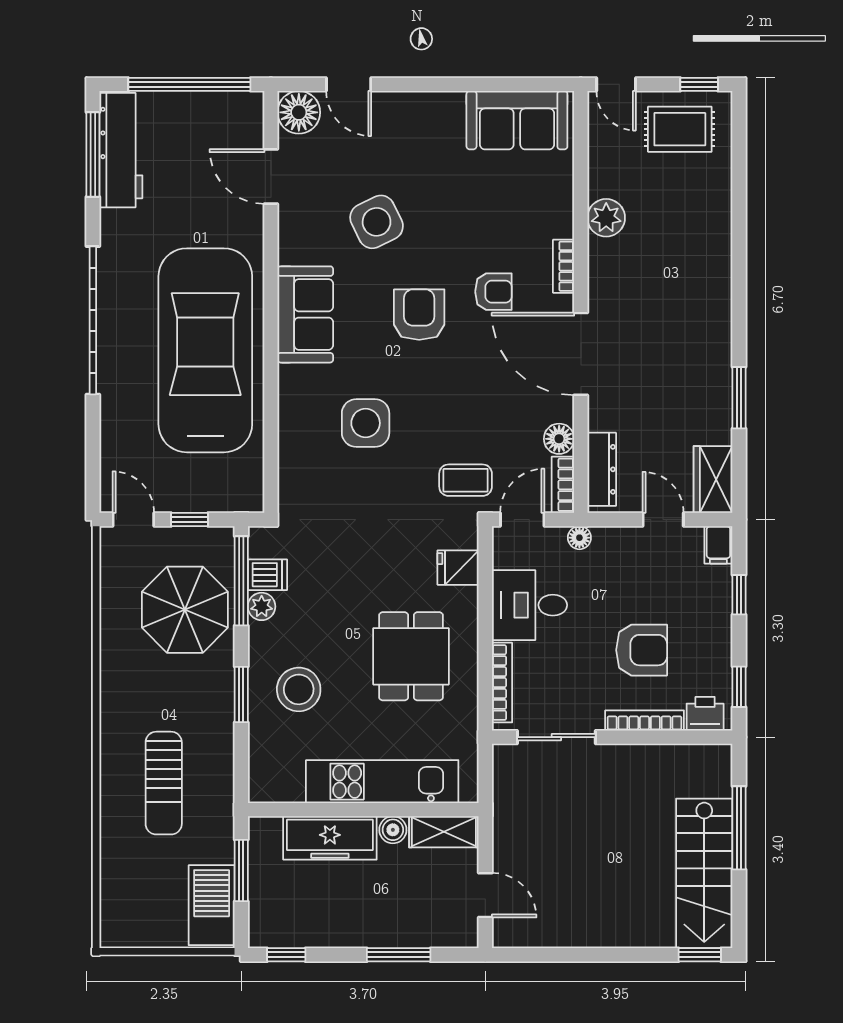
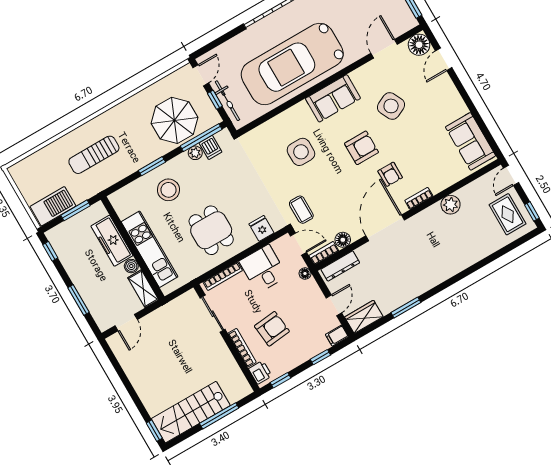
car: (205, 350) -> (292, 64), turned 180
bicycle: (204, 499) -> (227, 101), added
armchair: (642, 650) -> (272, 329), turned -96
dining table: (411, 656) -> (211, 230), turned 90

